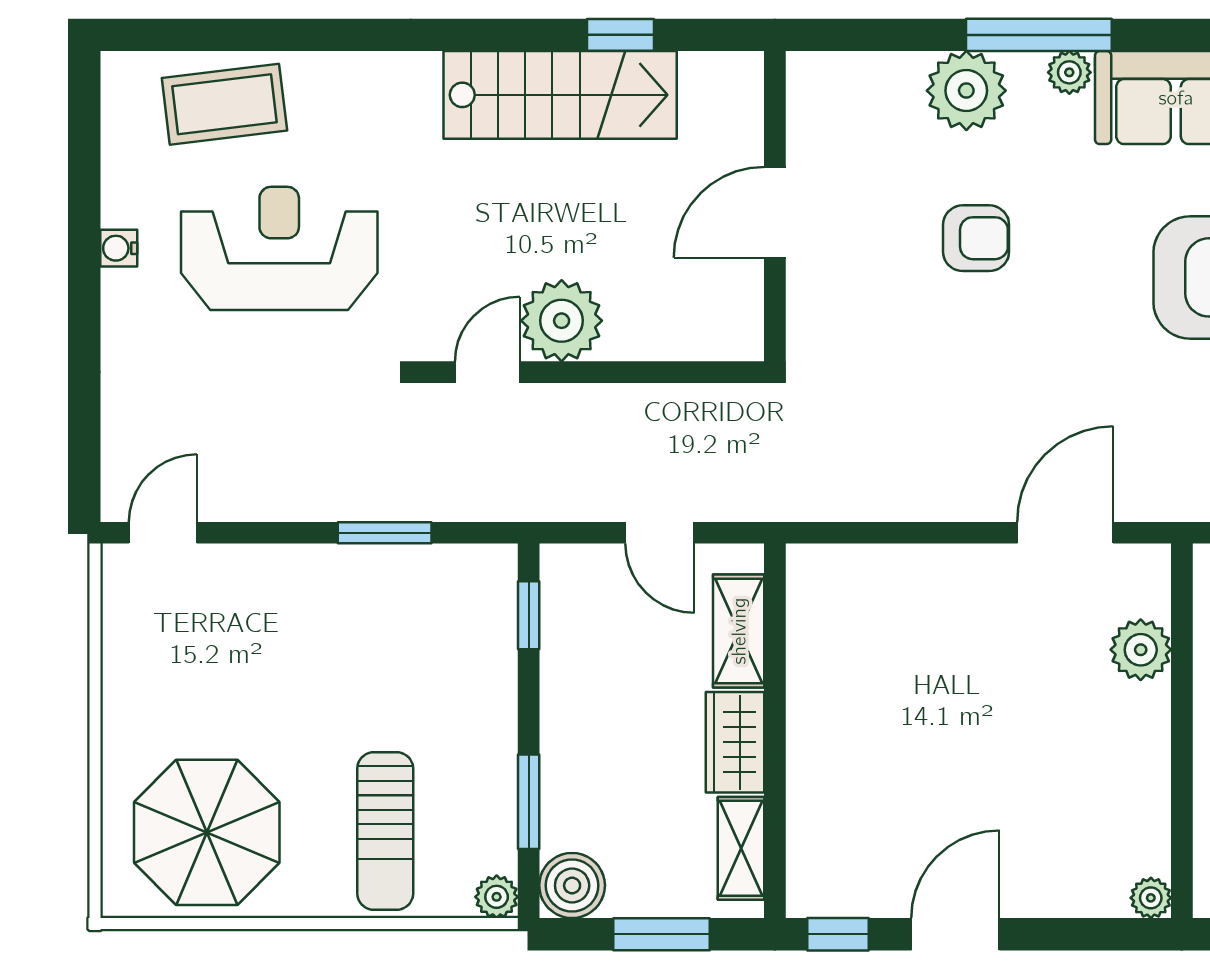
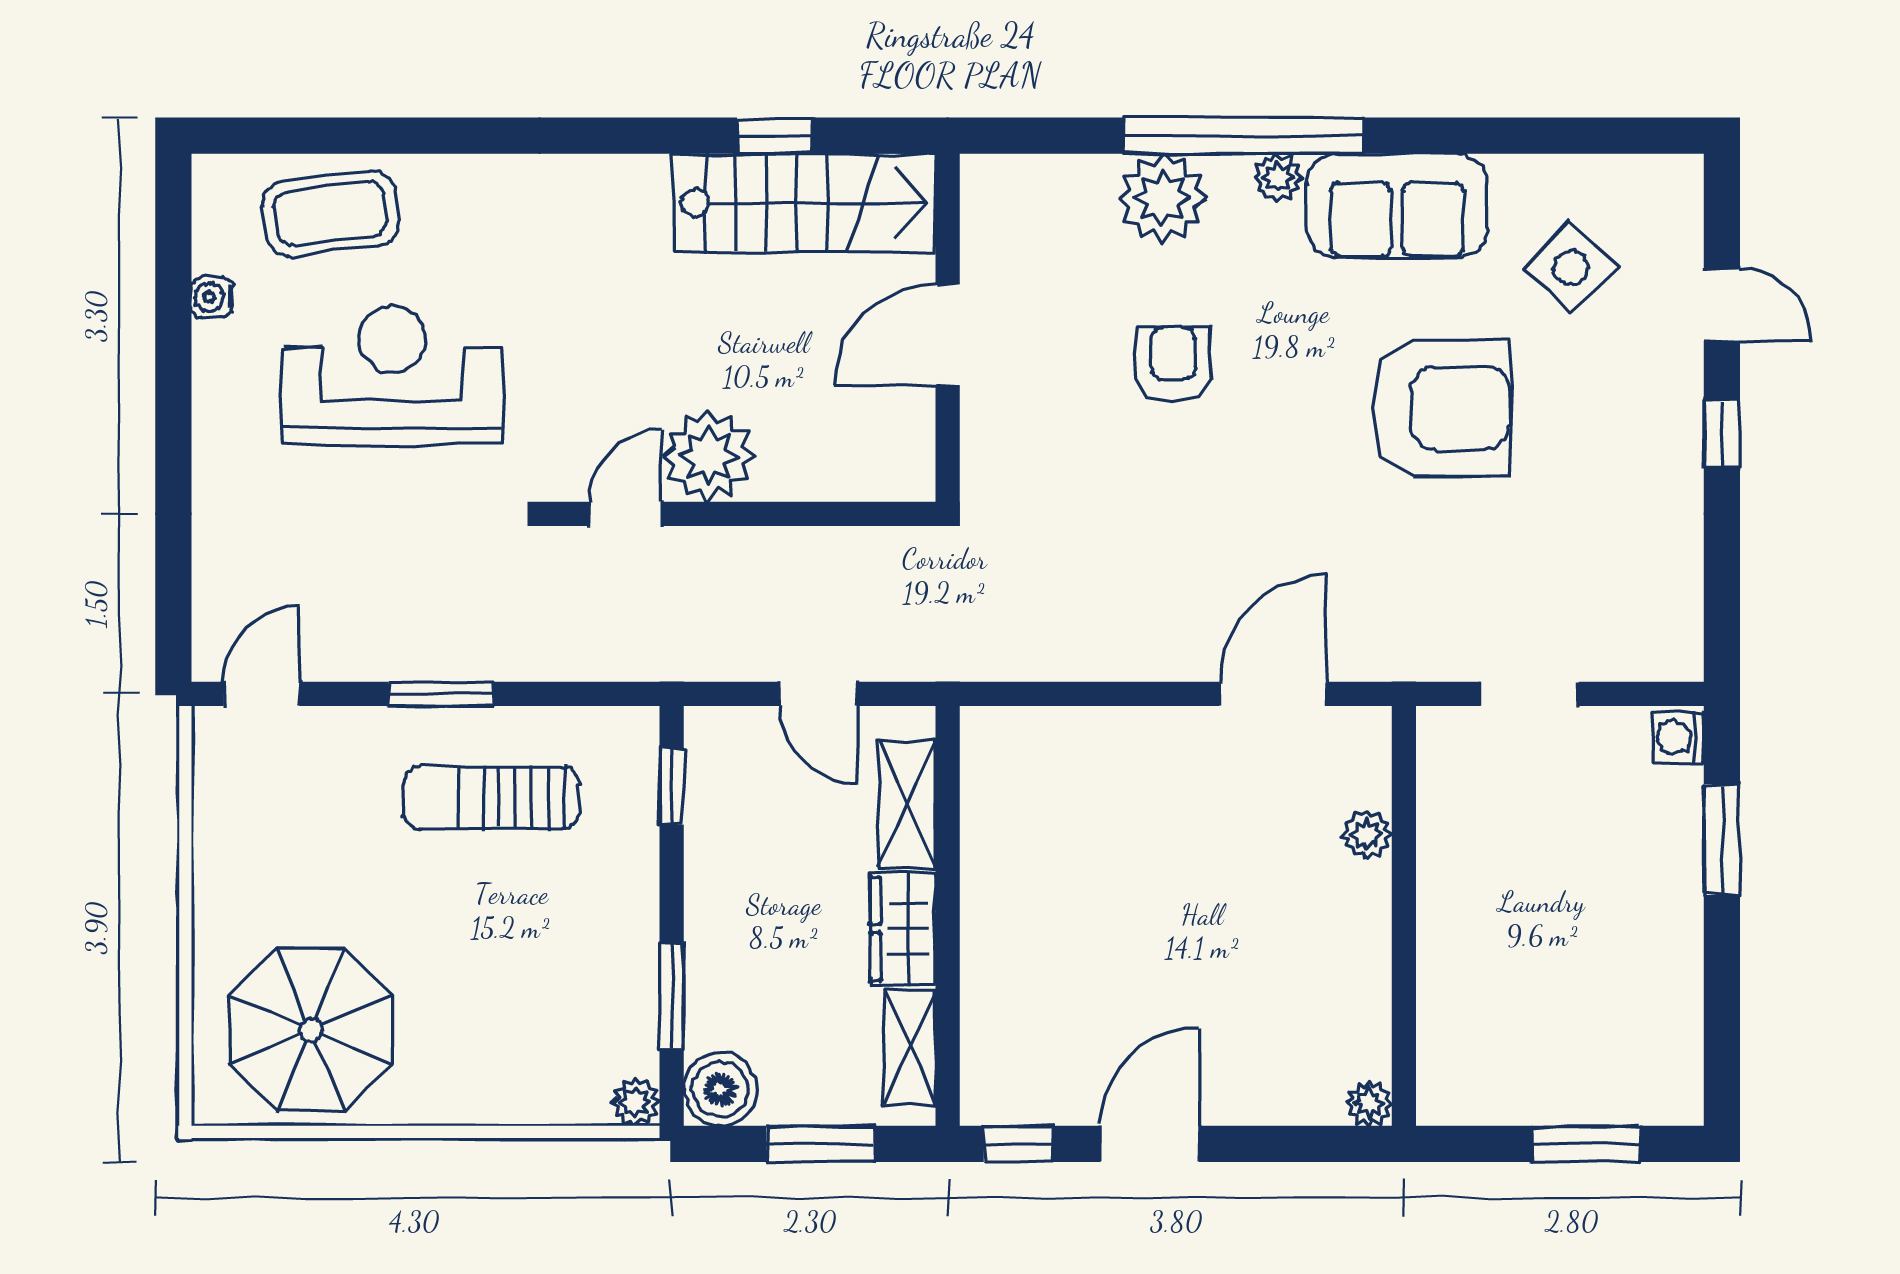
window: (1039, 35) -> (1244, 136), width x1.46
stairs: (560, 95) -> (805, 203), moved
armchair: (976, 238) -> (1173, 364), turned -90
water cooler: (119, 248) -> (212, 297), moved
window: (385, 533) -> (441, 694), moved
plant: (1141, 650) -> (1367, 834), width x0.73, depth x0.73
sun lounger: (385, 831) -> (492, 798), moved, turned 90

